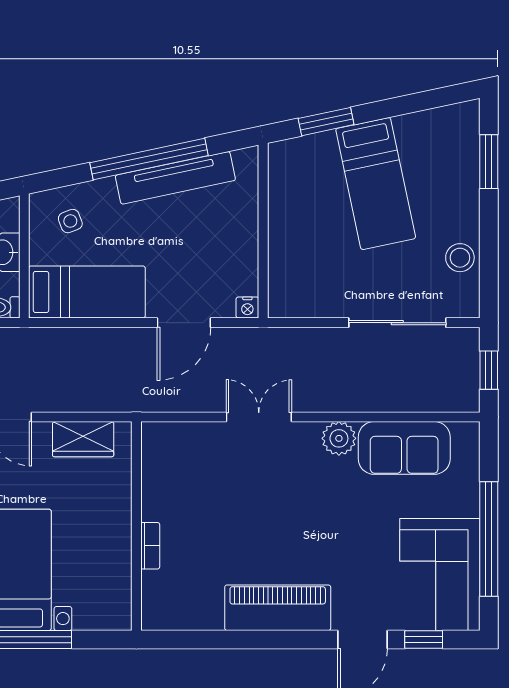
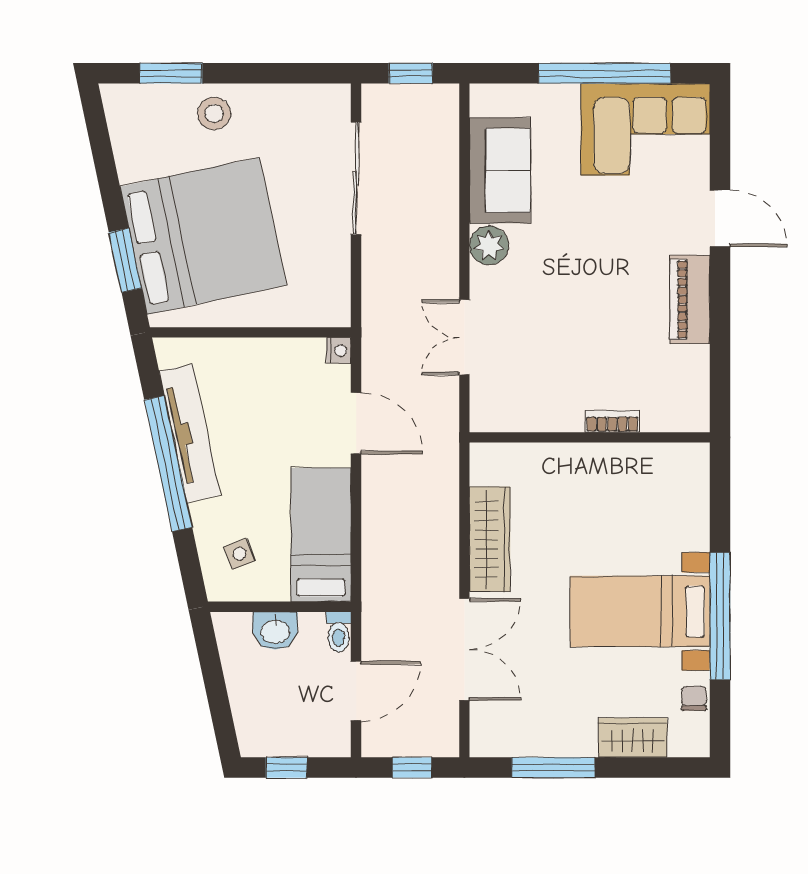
bed: (376, 184) -> (203, 236), width x2.04
stool: (460, 258) -> (214, 113), moved
wardrobe: (83, 439) -> (490, 539), width x1.50
wall: (136, 526) -> (590, 437), moved
bookcase: (150, 546) -> (612, 422), moved
piano: (278, 608) -> (690, 299), width x0.73, depth x0.75
window: (424, 640) -> (720, 148), removed

